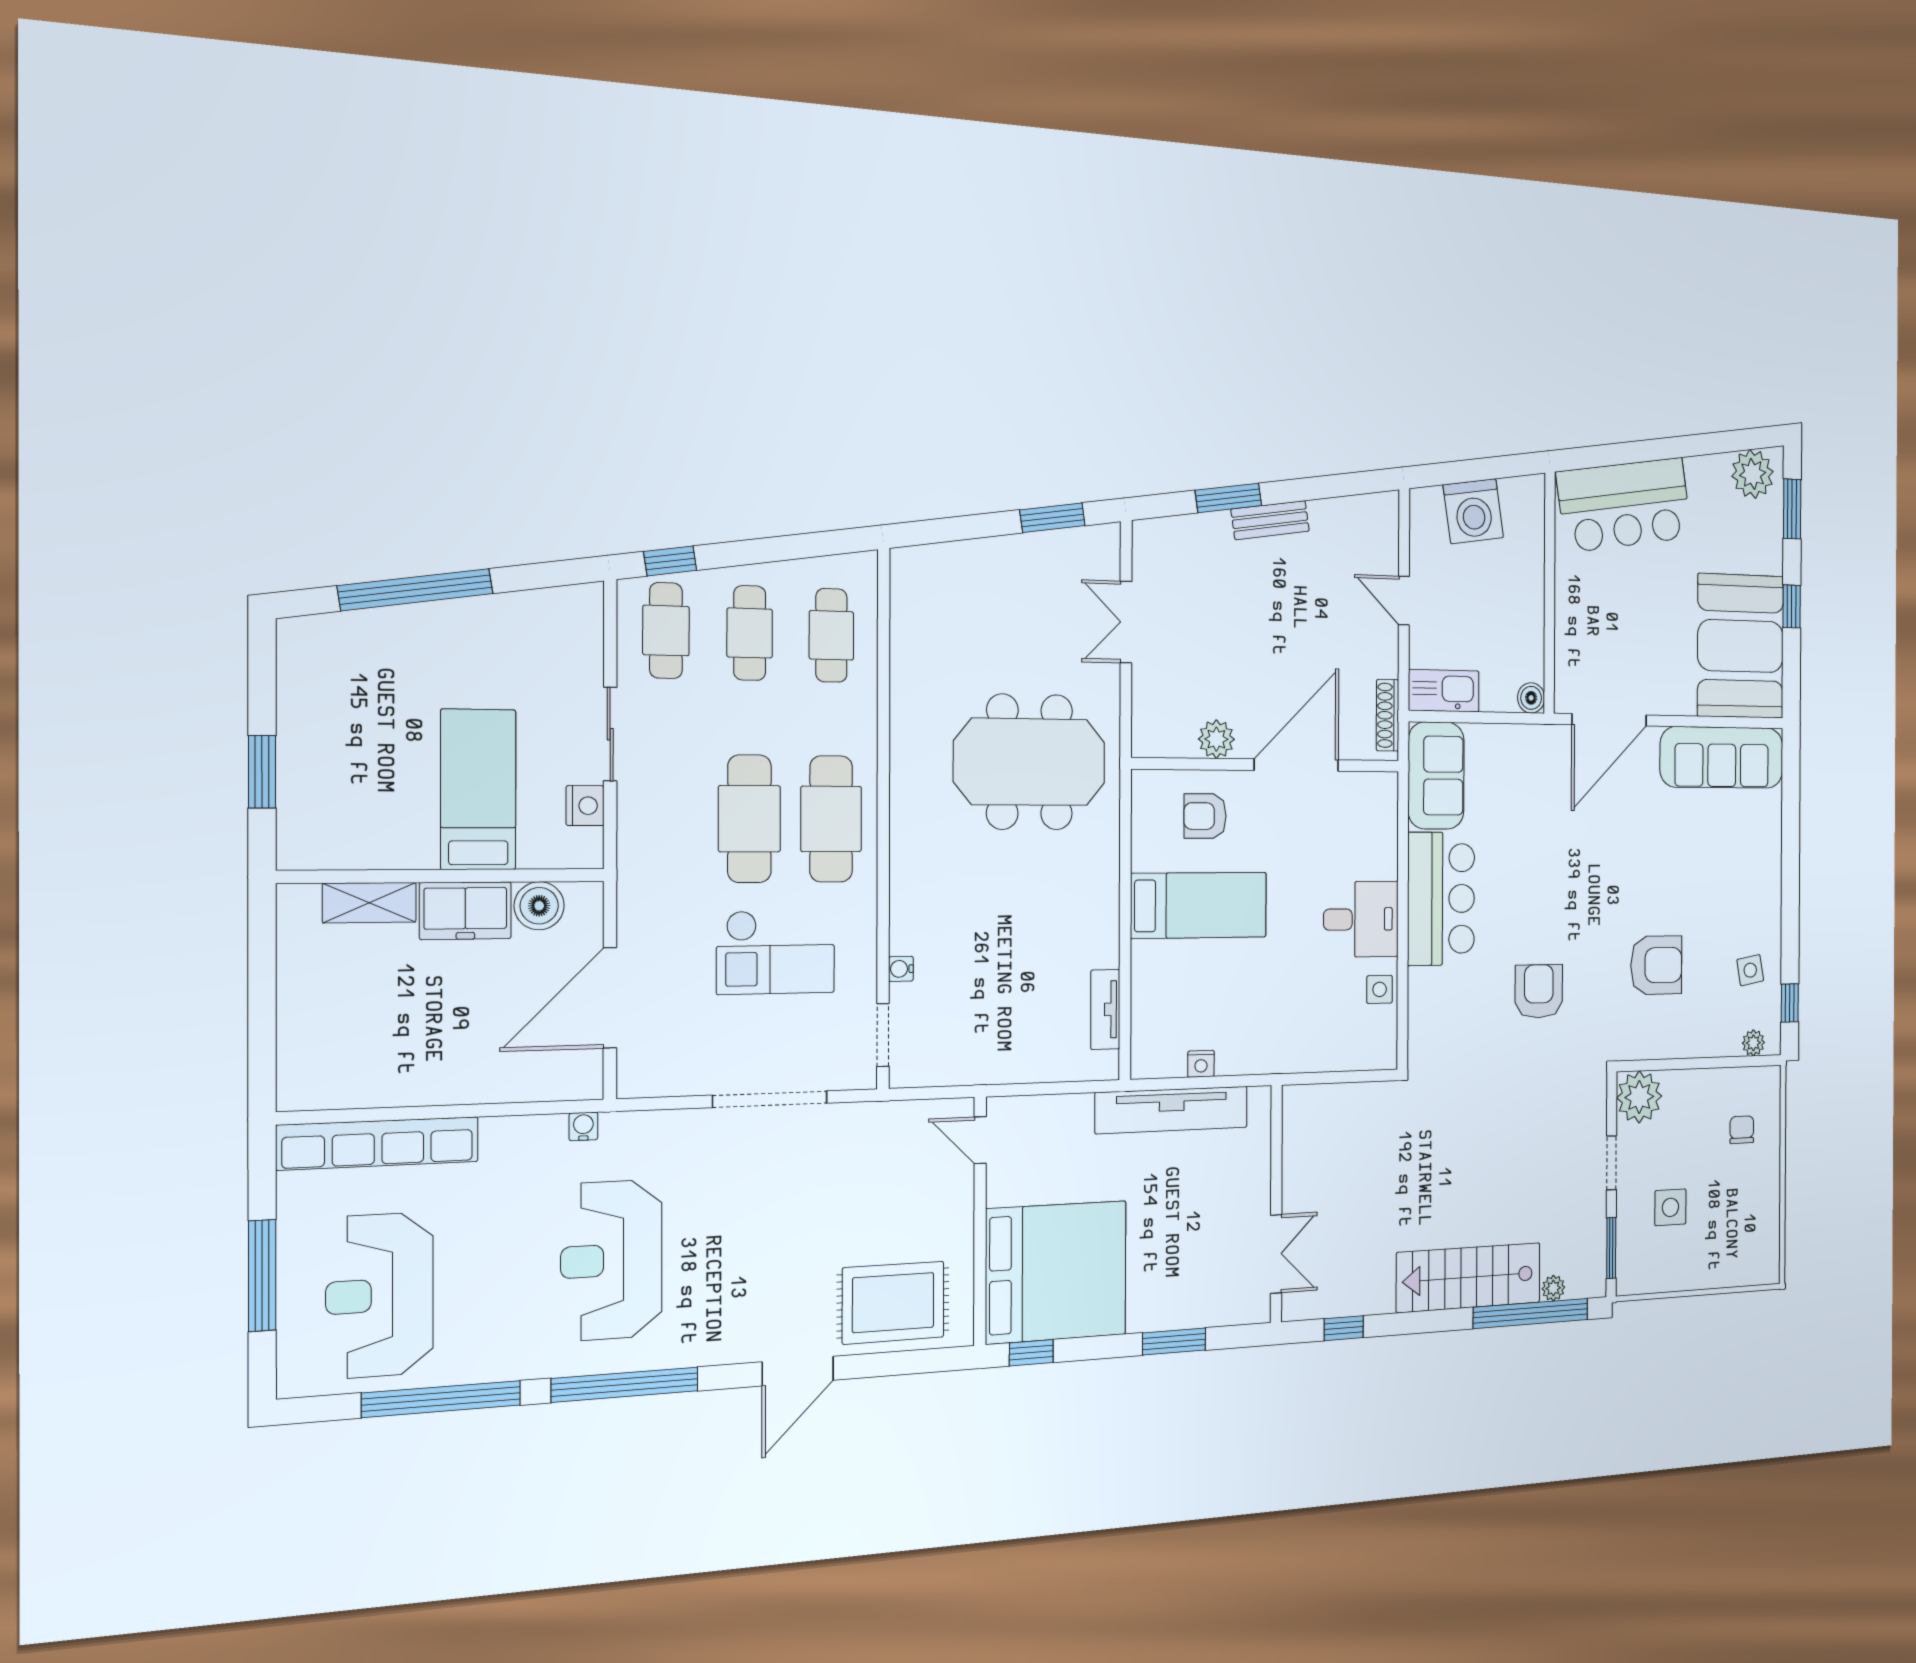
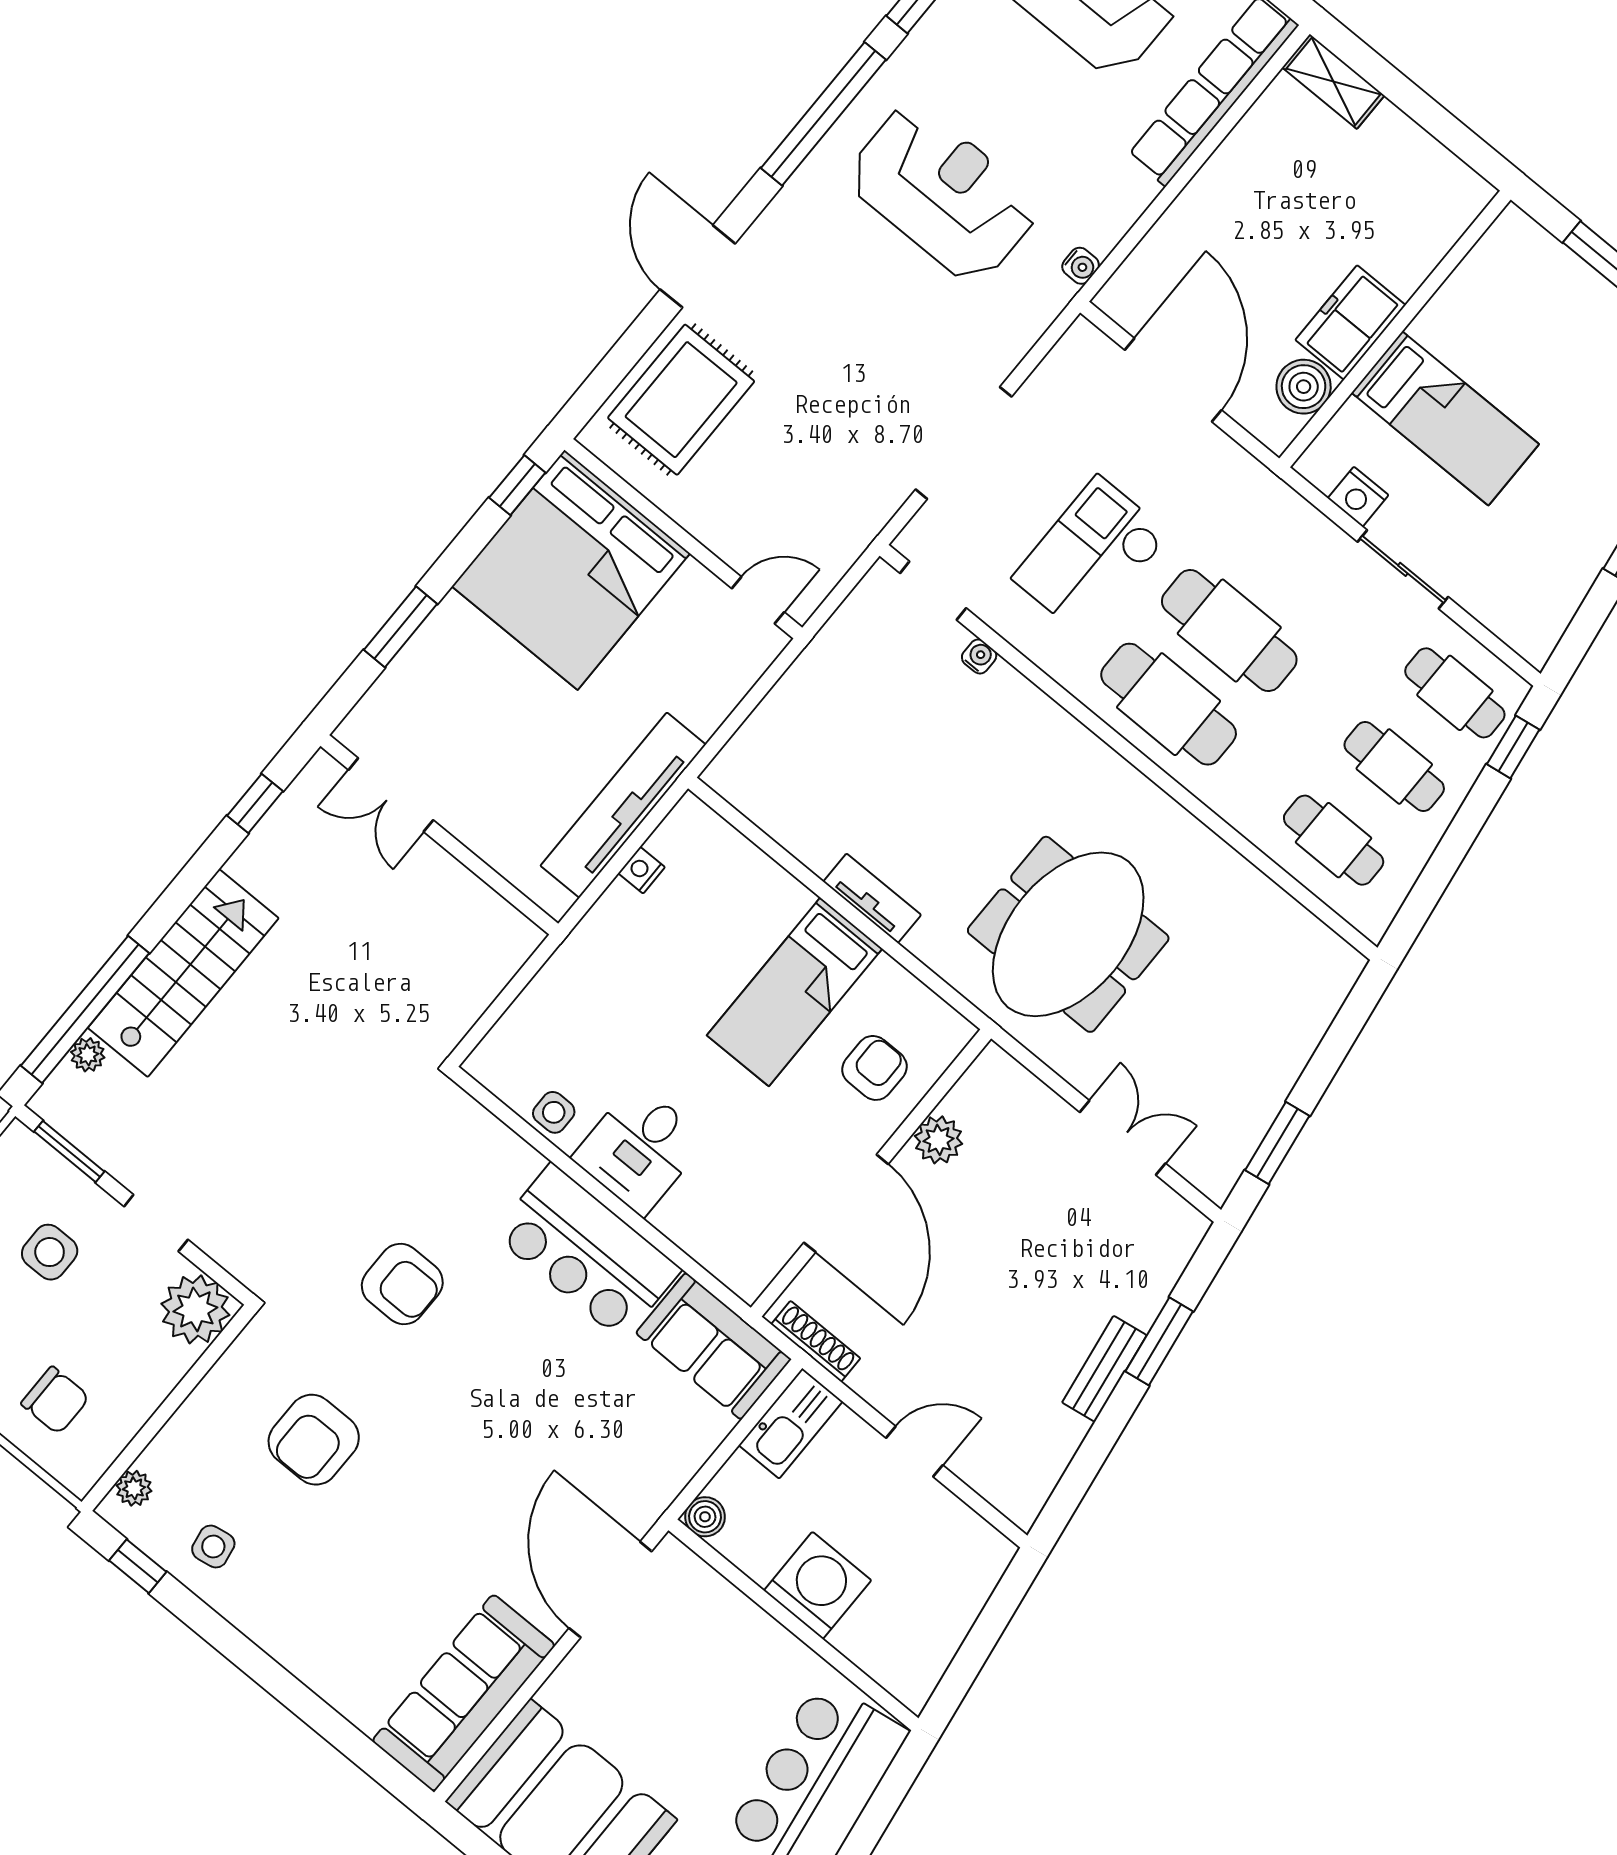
washing machine: (1473, 511) -> (818, 1585), moved, turned 99
shelving: (369, 903) -> (1333, 81), moved, turned 90
tv unit: (1105, 1009) -> (872, 898), moved
chair: (1742, 1130) -> (55, 1400), width x1.37, depth x1.37

